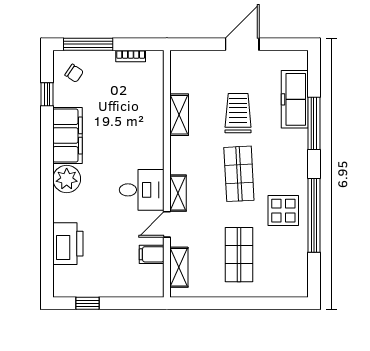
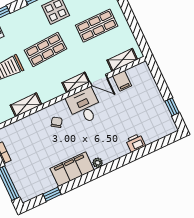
chair: (74, 73) -> (57, 122), moved
plant: (67, 179) -> (98, 163), width x0.53, depth x0.53
printer: (68, 244) -> (136, 143), width x0.53, depth x0.68

